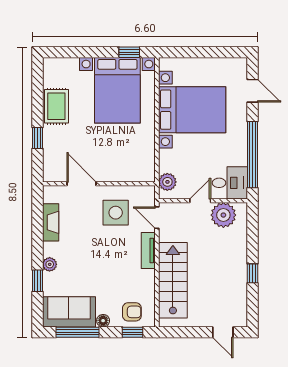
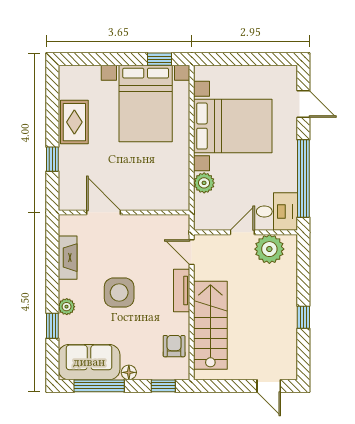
plant: (167, 182) -> (204, 183), moved
side table: (116, 213) -> (119, 293), moved
armchair: (132, 312) -> (174, 346), moved, turned -90

